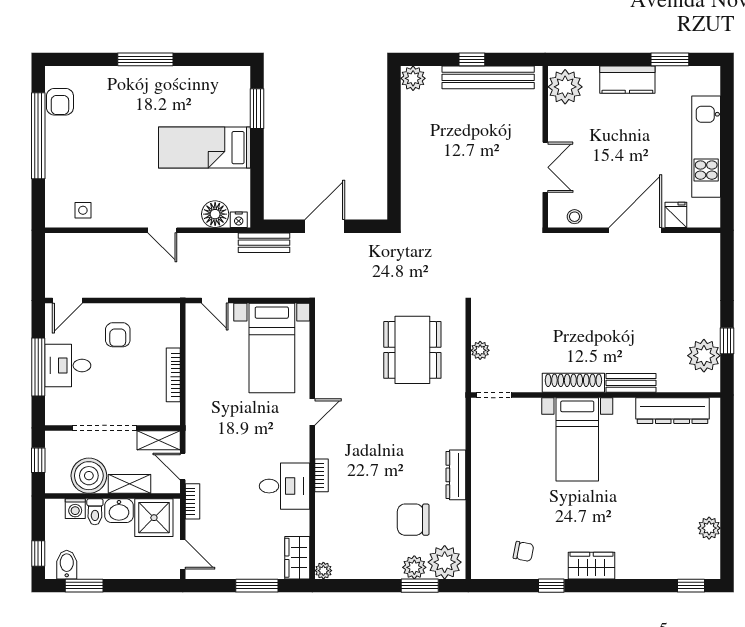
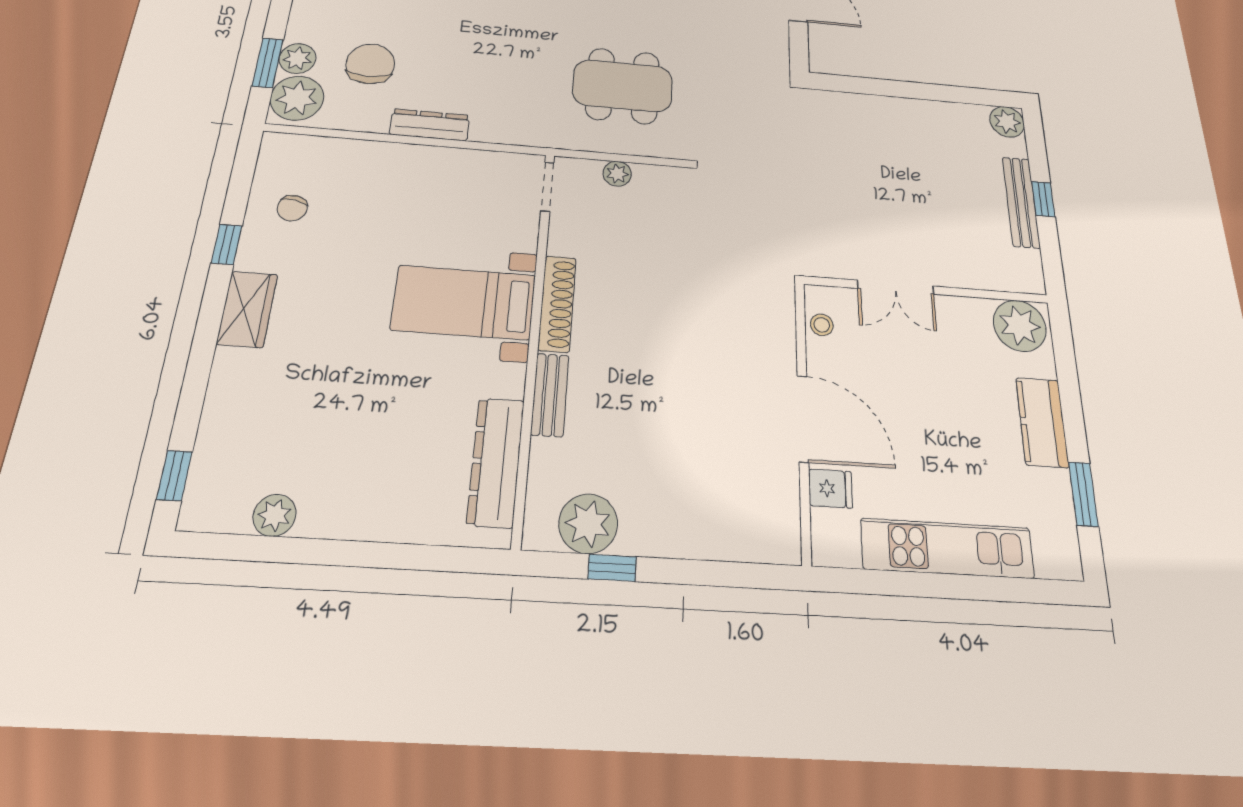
bench: (488, 77) -> (1021, 202), width x0.73, depth x0.82

